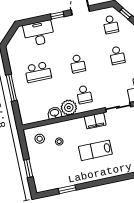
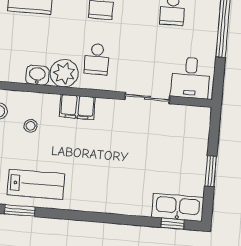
filing cabinet: (95, 121) -> (77, 107), moved
lab bench: (95, 150) -> (36, 184), moved, turned 180

